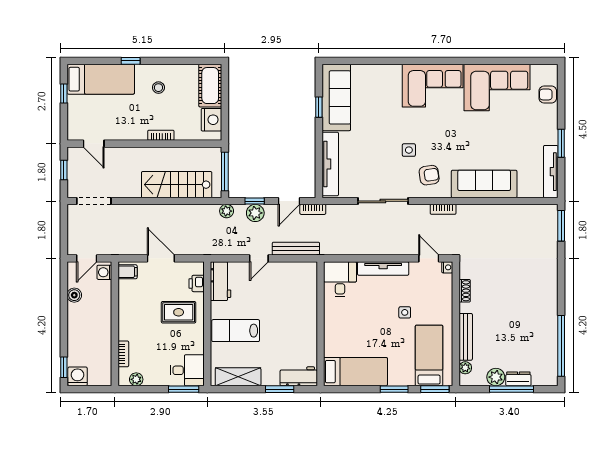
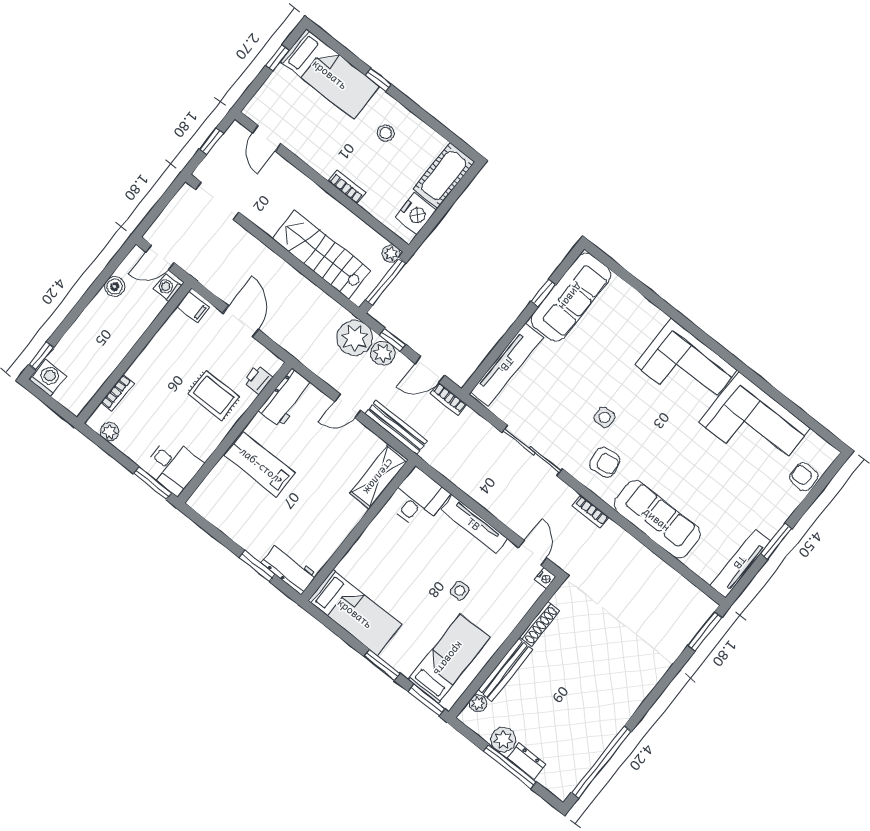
plant: (215, 153) -> (391, 254), added
plant: (227, 211) -> (355, 338), width x1.87, depth x1.87
shoe rack: (465, 291) -> (540, 624), width x1.43
shelving: (238, 377) -> (379, 477), moved, turned 90

